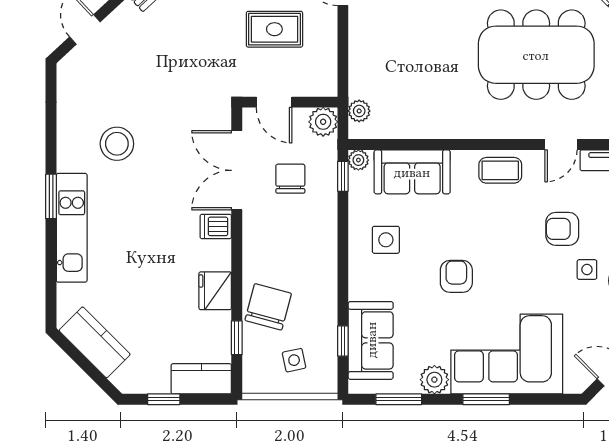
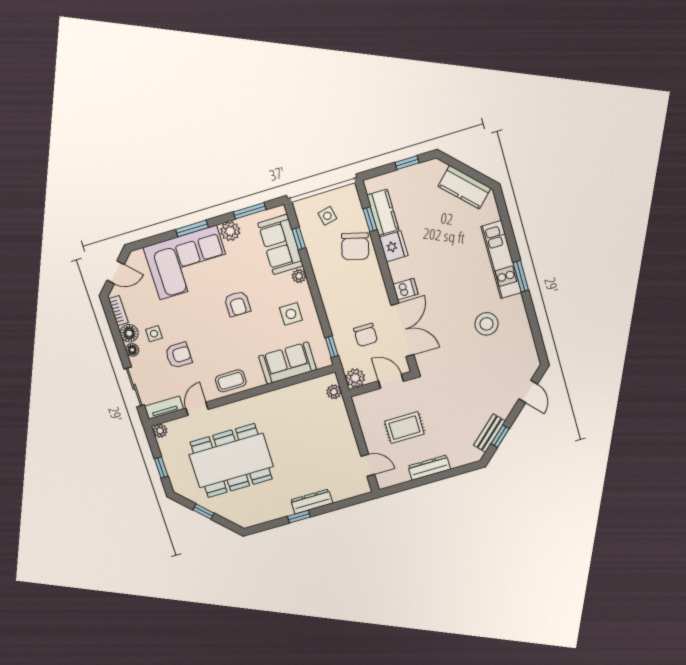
plant: (358, 160) -> (299, 276), moved
kitchen counter: (201, 379) -> (383, 212), moved, turned -90

